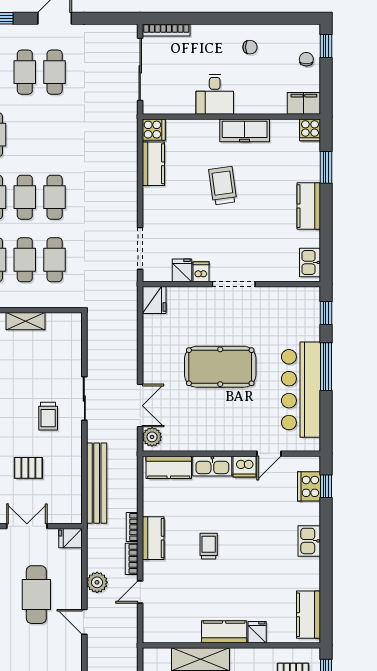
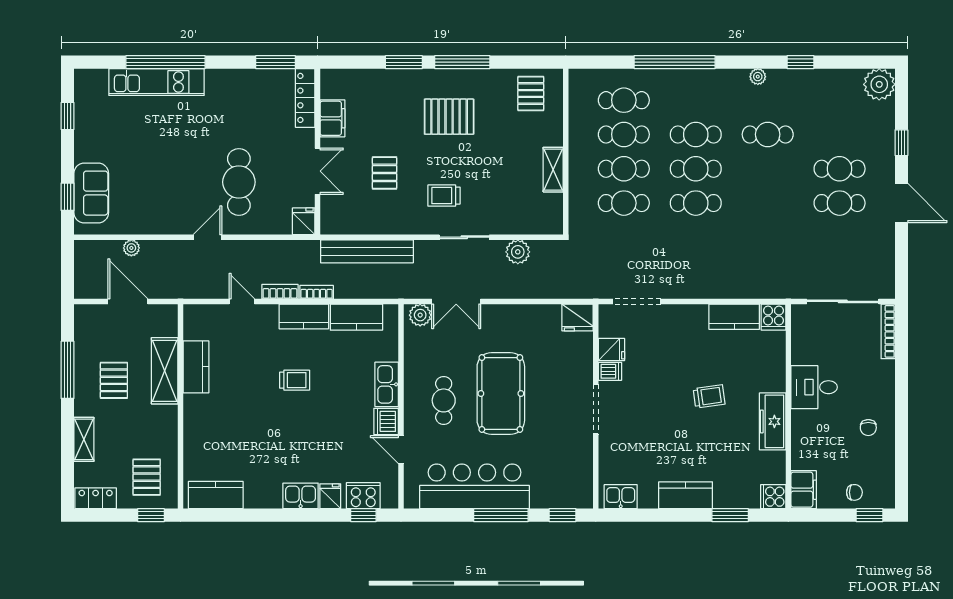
trolley: (223, 186) -> (709, 396), width x0.73, depth x0.72
cafe table: (226, 416) -> (444, 400), added
kitchen counter: (169, 467) -> (356, 317), moved, turned -90
plant: (97, 582) -> (518, 252), moved
cafe table: (36, 595) -> (239, 182), turned 90
kitchen counter: (224, 632) -> (196, 367), moved
fridge: (257, 632) -> (330, 496), moved, turned -90

